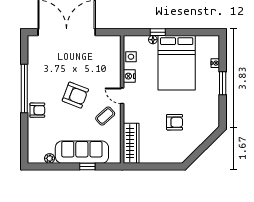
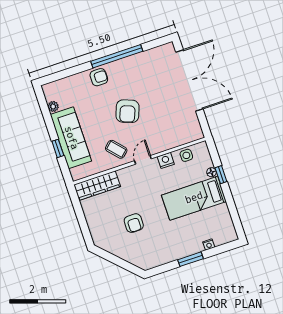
bed: (177, 63) -> (194, 198), width x0.67
armchair: (37, 110) -> (99, 77), turned -90

